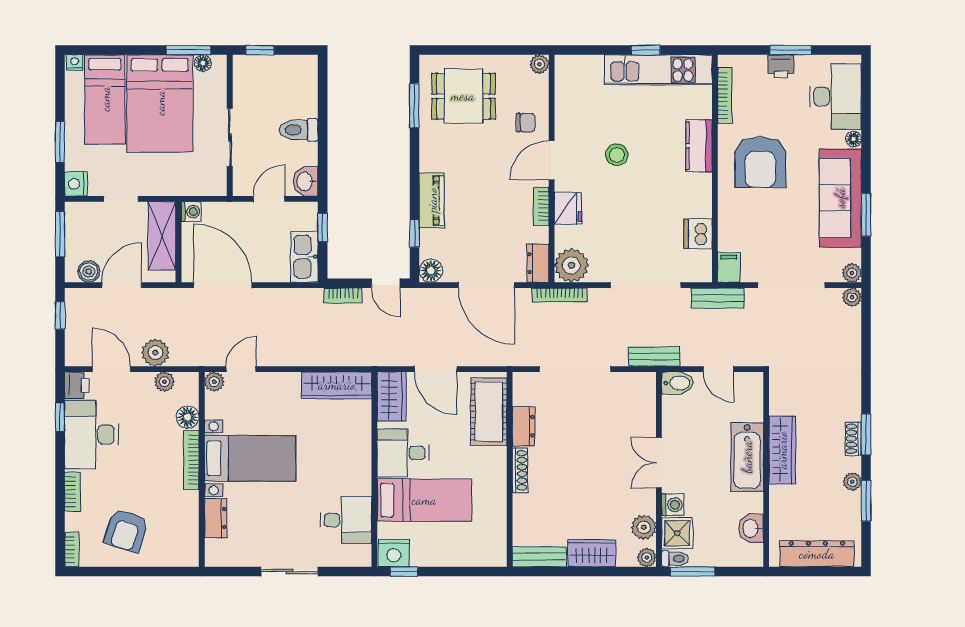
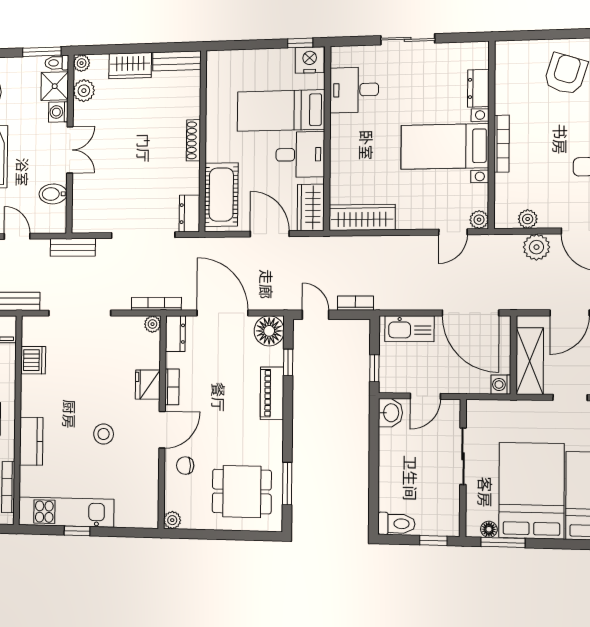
toilet: (299, 130) -> (396, 524), moved
kitchen sink: (304, 257) -> (409, 329), moved, turned 90
plant: (571, 265) -> (152, 324), width x0.53, depth x0.53
floor lamp: (431, 271) -> (269, 331), width x1.38, depth x1.38
bidet: (678, 383) -> (53, 194), moved
floor lamp: (188, 417) -> (505, 185), removed
dresser: (524, 426) -> (189, 213), moved

